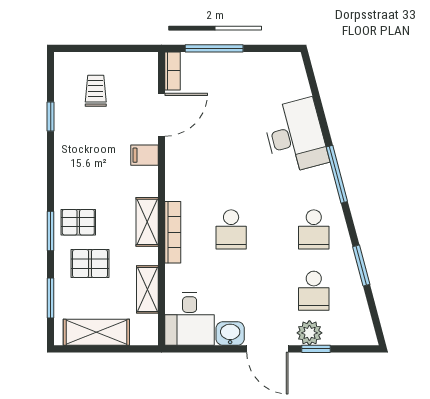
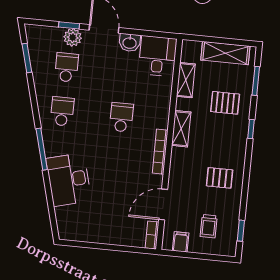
window: (214, 48) -> (121, 248), removed
window: (51, 116) -> (241, 231), moved
filing cabinet: (144, 155) -> (181, 242), moved, turned -90
pallet: (78, 222) -> (220, 178), moved
window: (51, 231) -> (251, 129), width x0.67
bookcase: (173, 232) -> (160, 152), moved
window: (361, 265) -> (27, 58), moved

